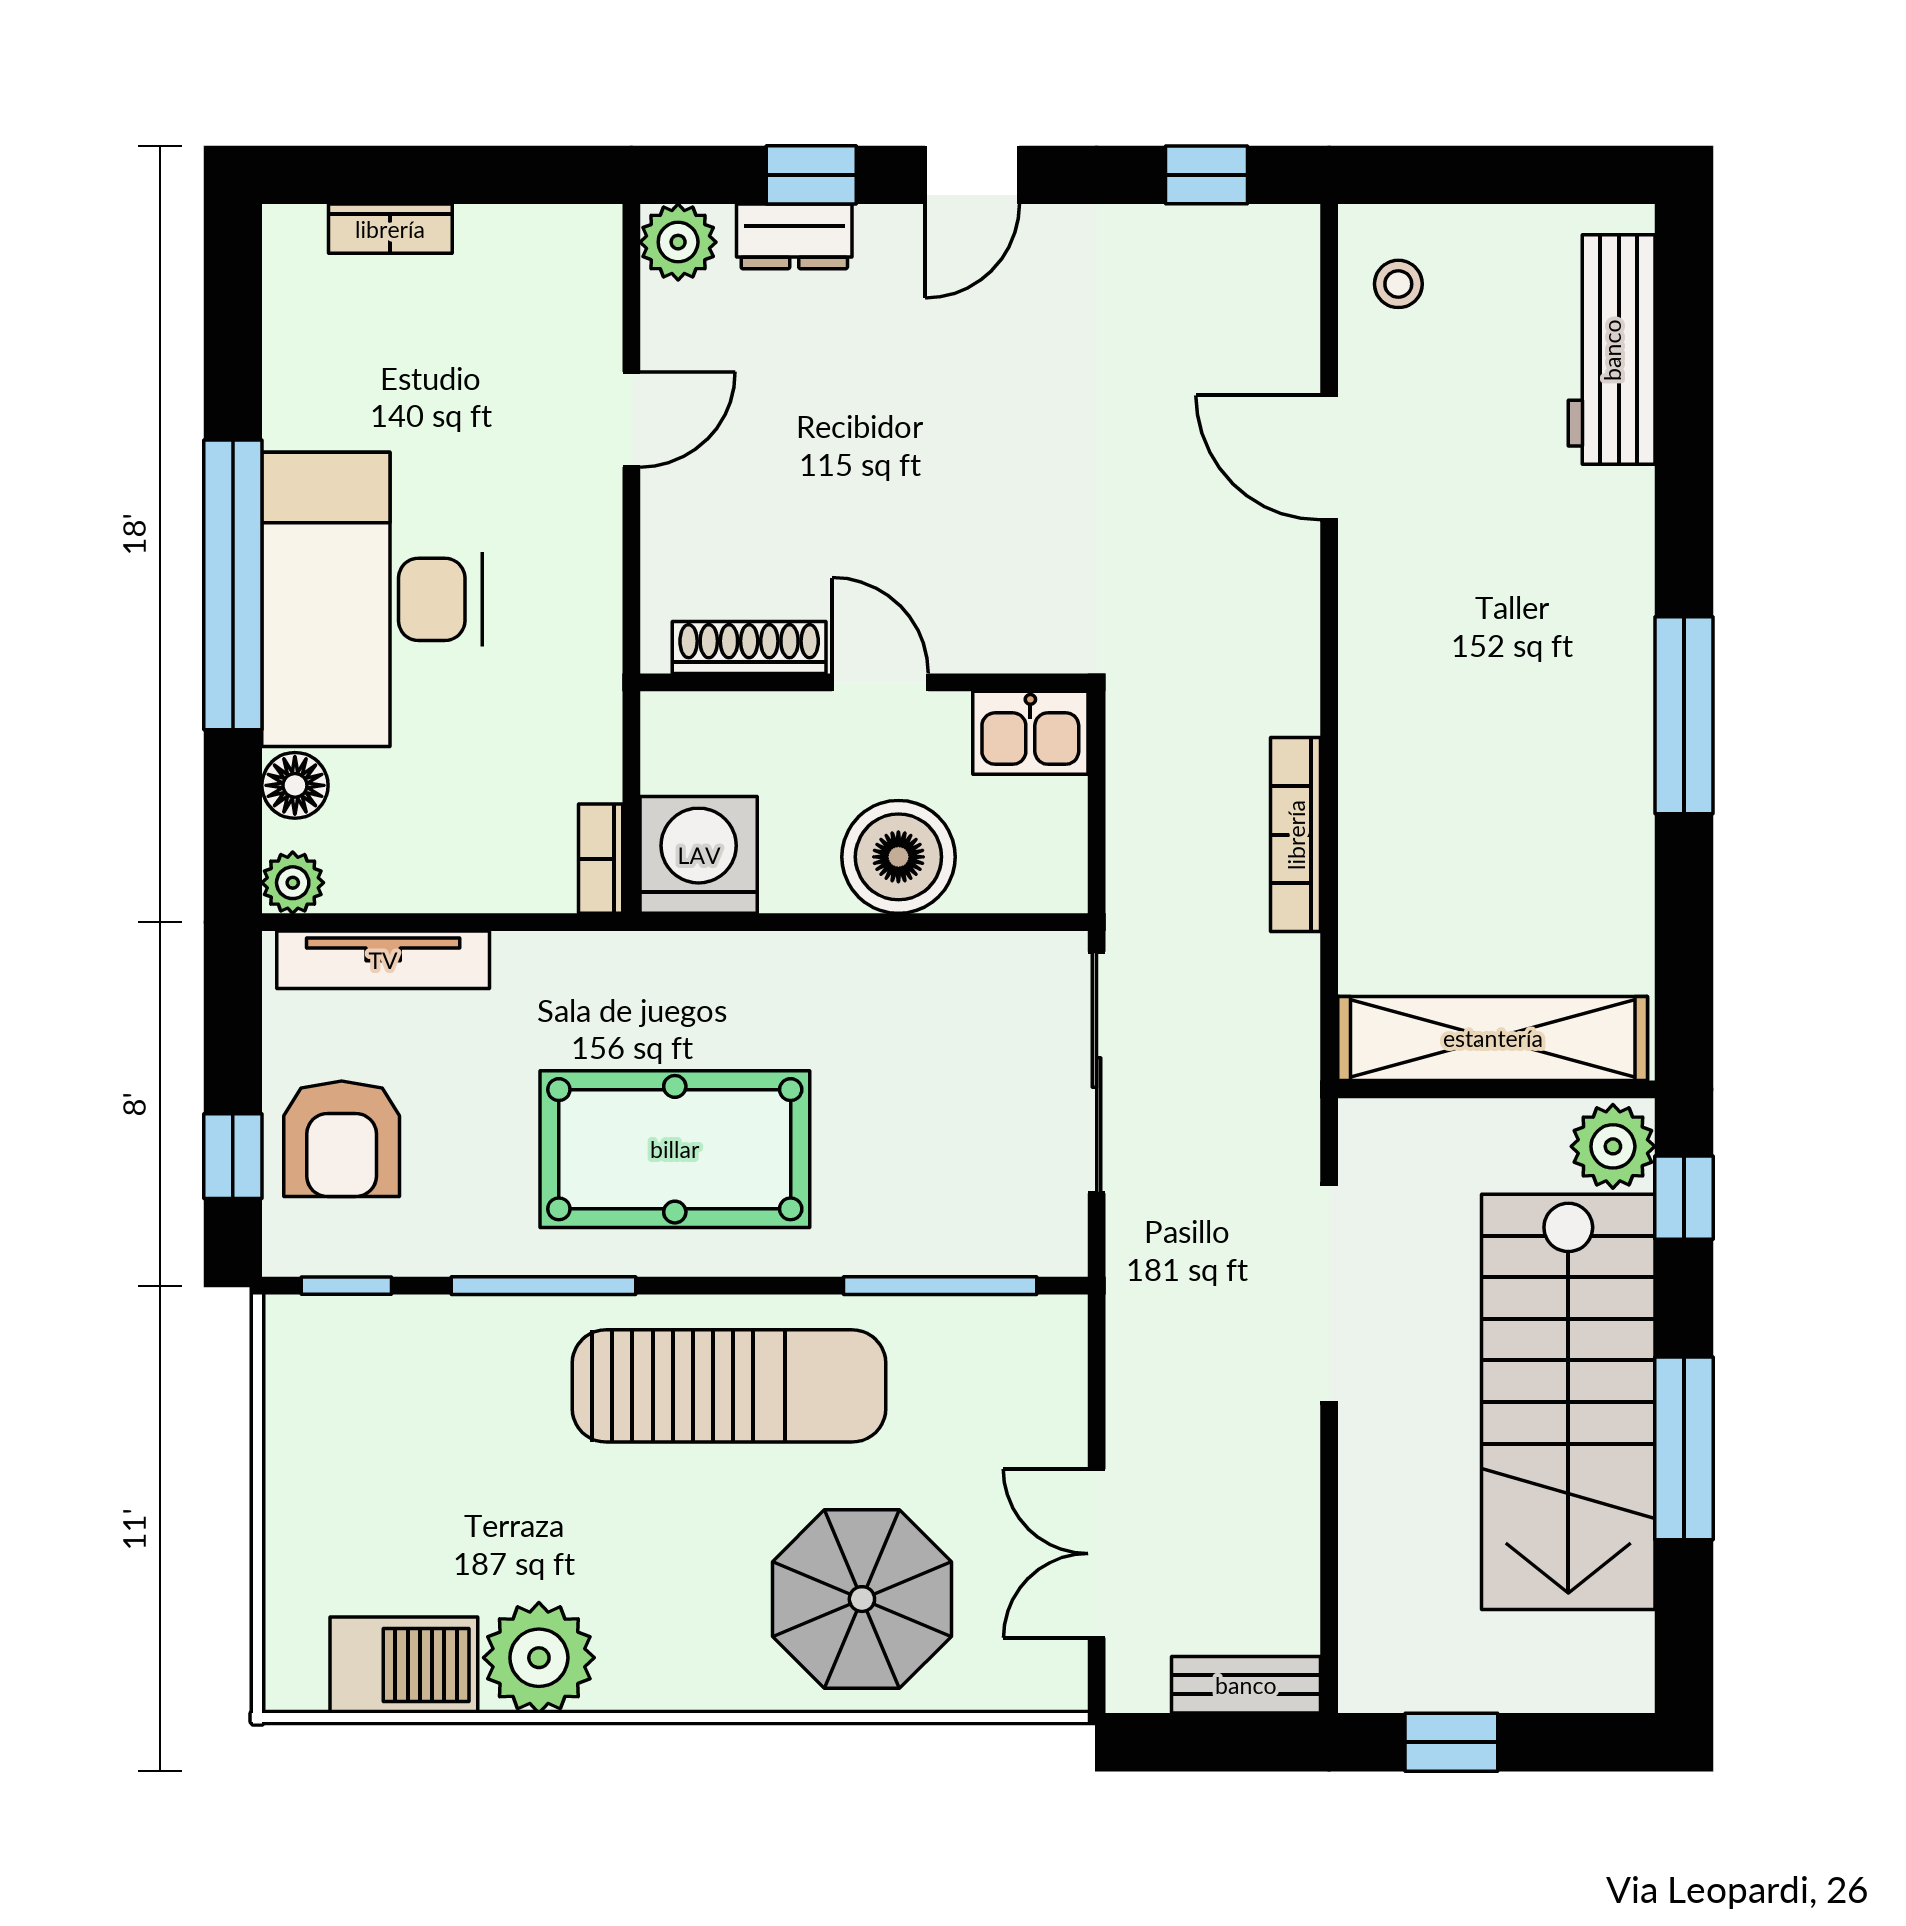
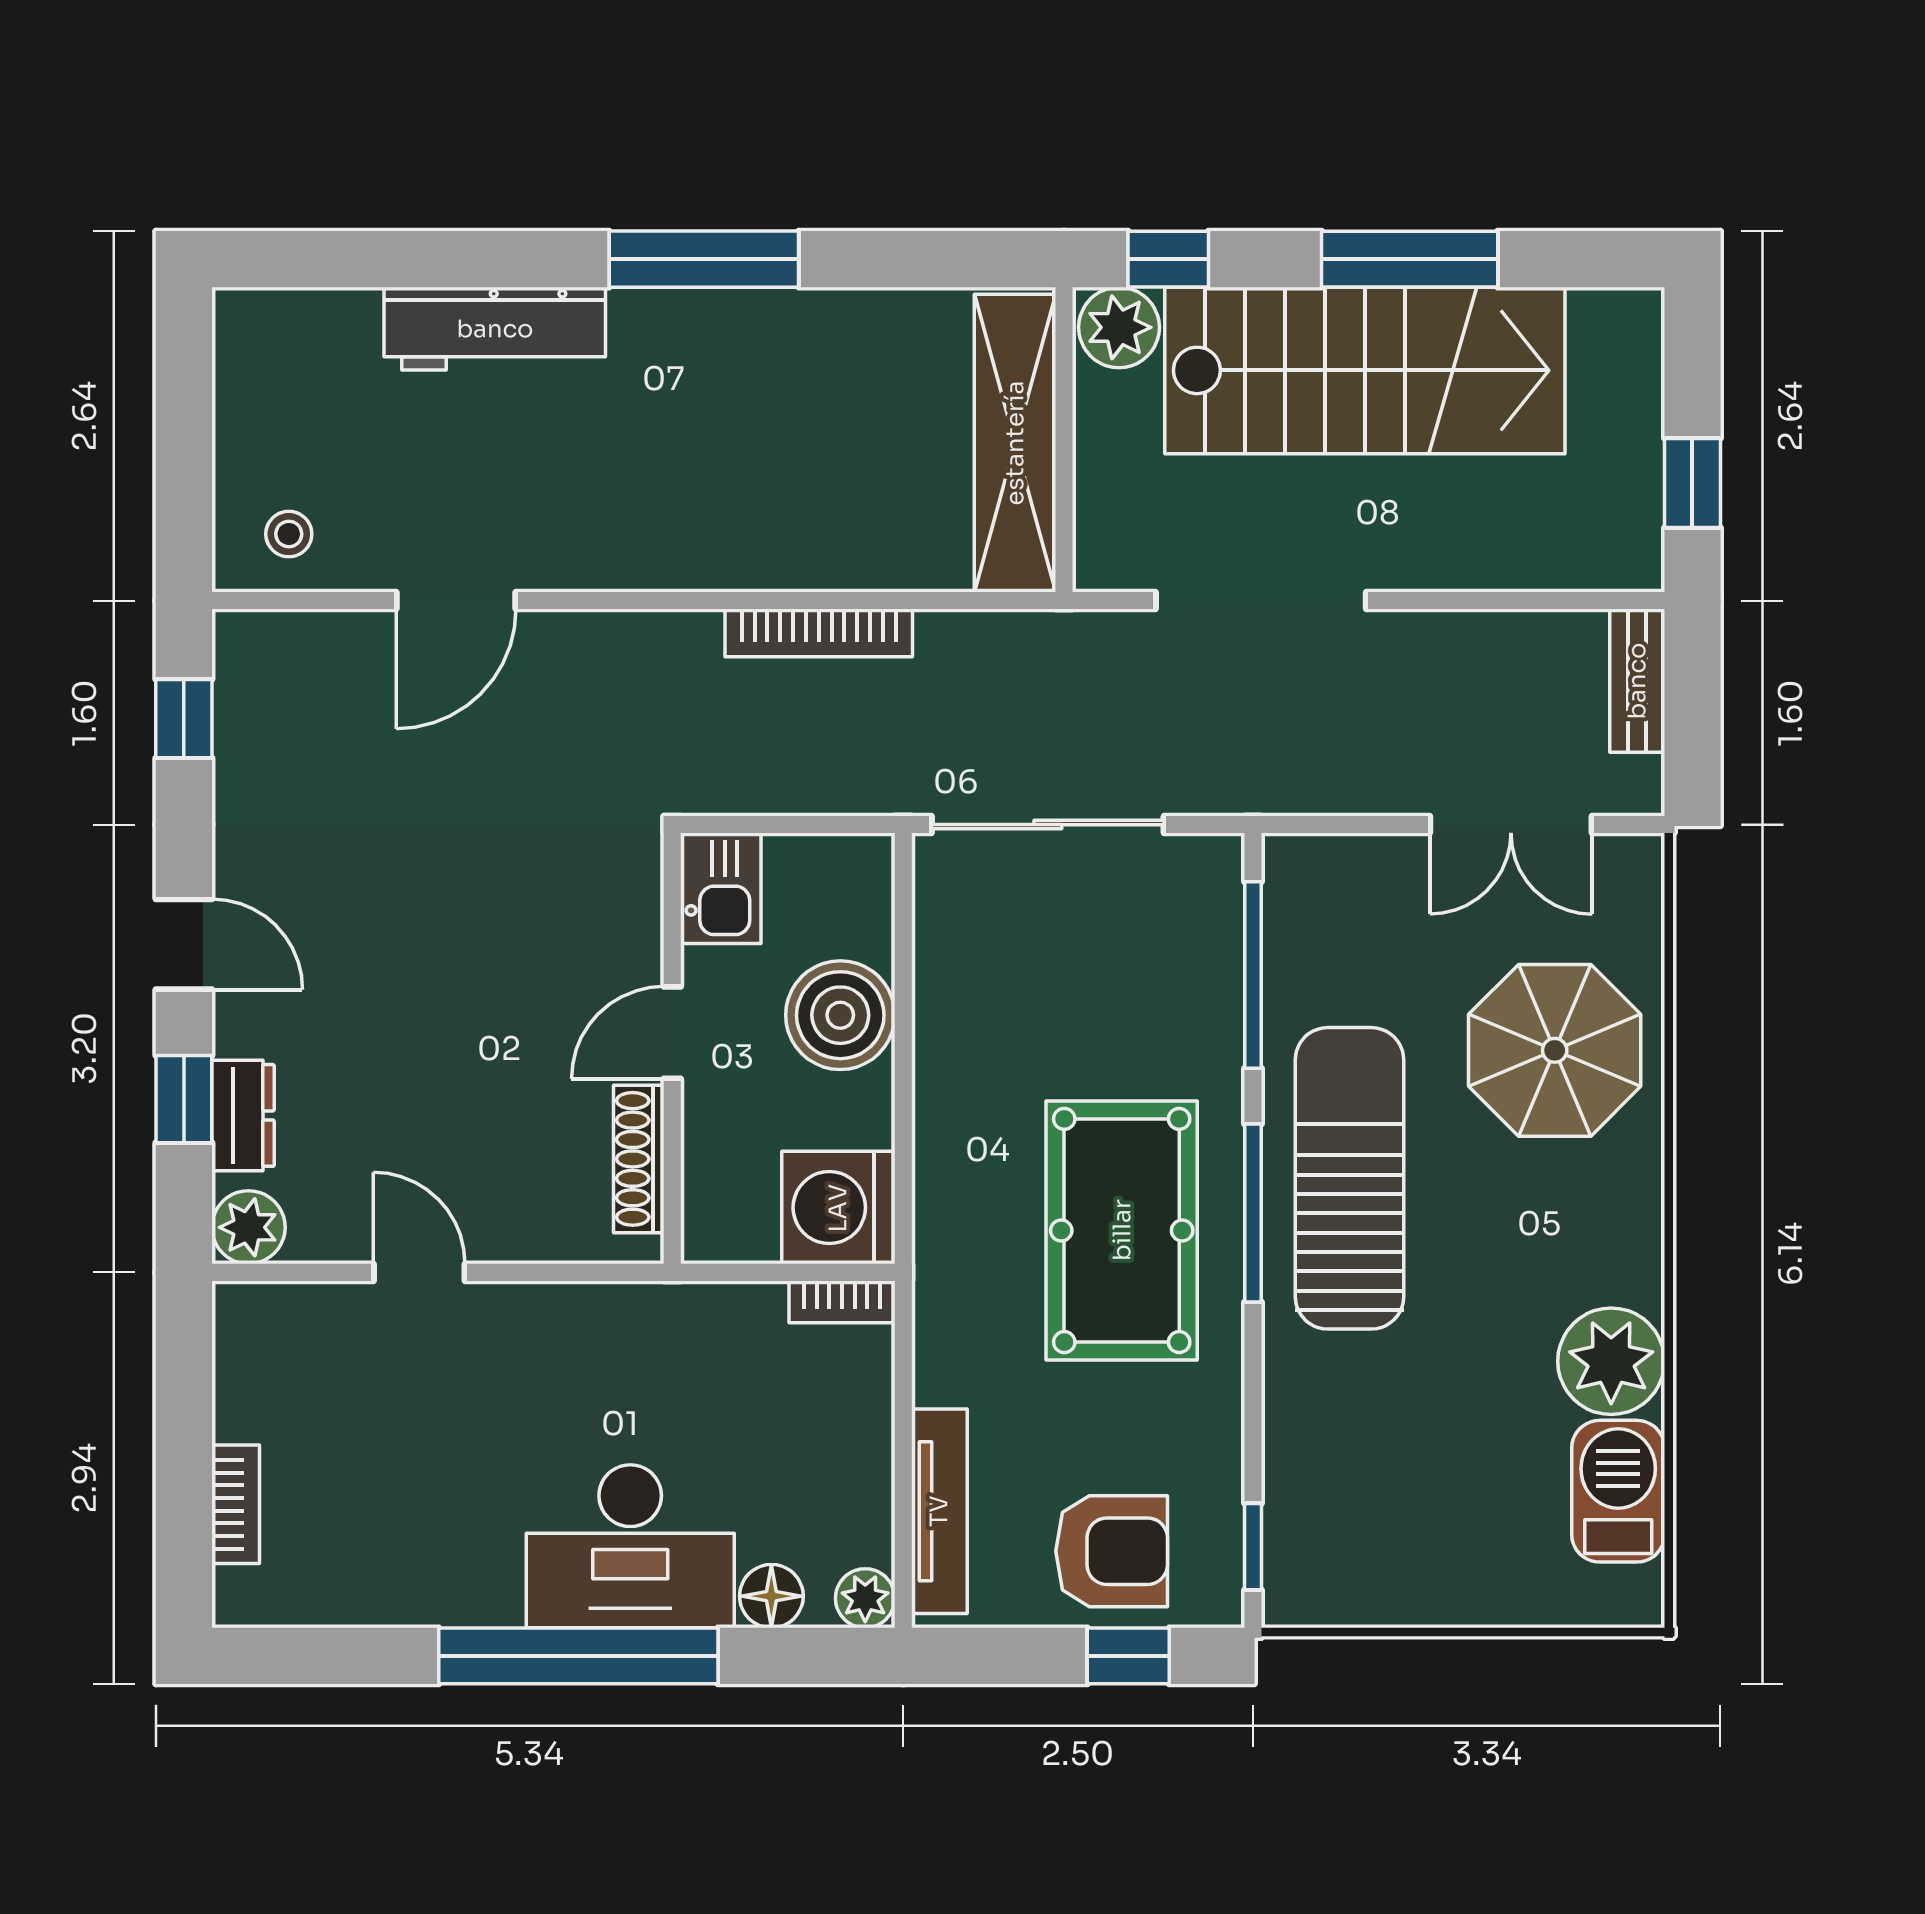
workbench: (1612, 350) -> (495, 329), moved
desk: (372, 599) -> (630, 1546), width x0.73, depth x0.77
window: (544, 1286) -> (1253, 1213), moved

